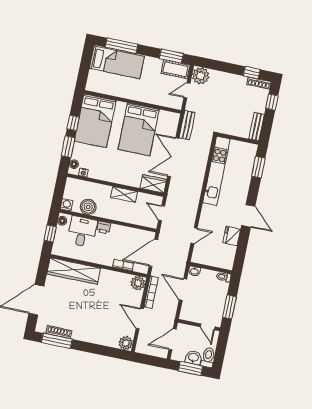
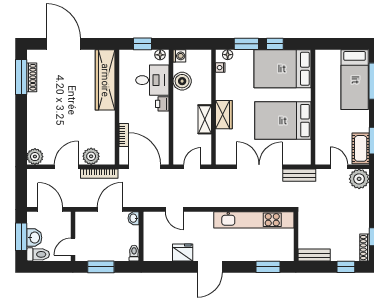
wardrobe: (153, 184) -> (224, 115), moved
plant: (138, 283) -> (91, 156), moved

